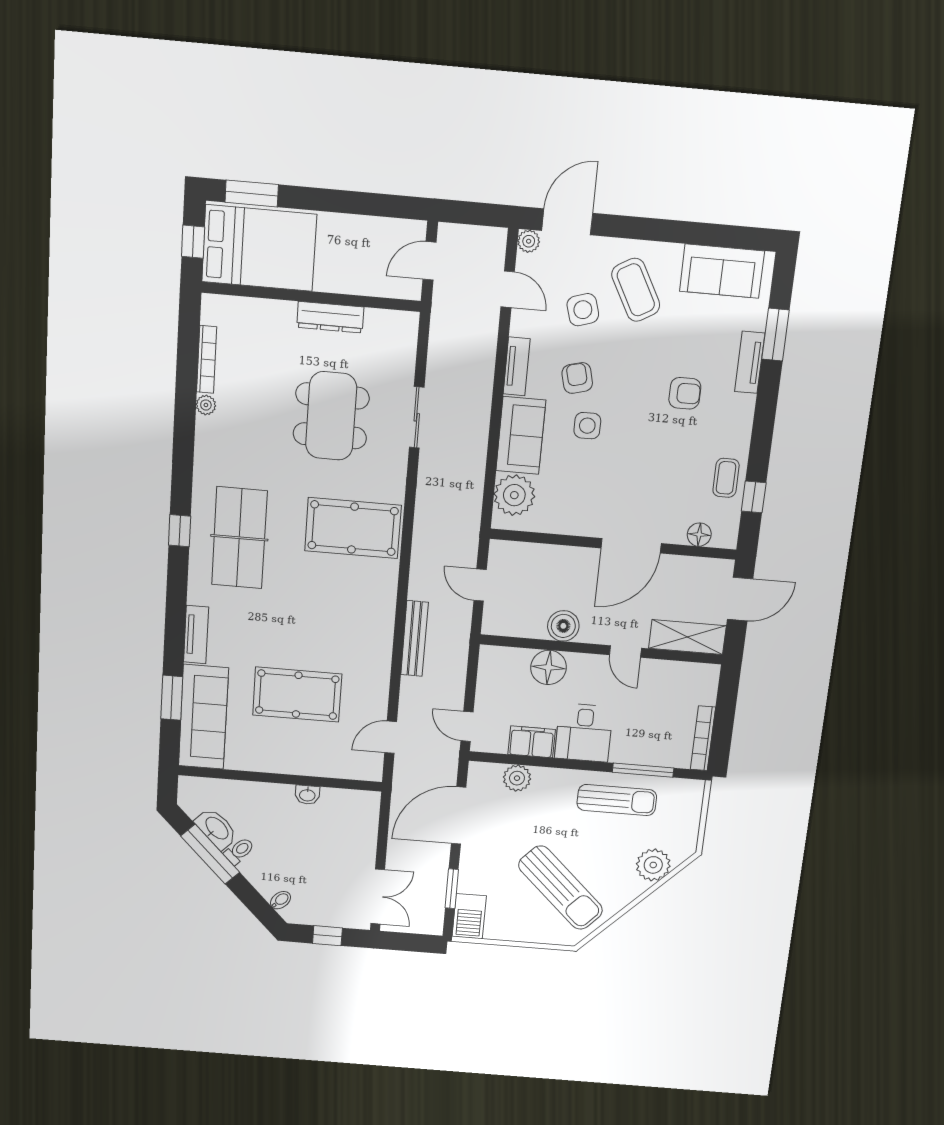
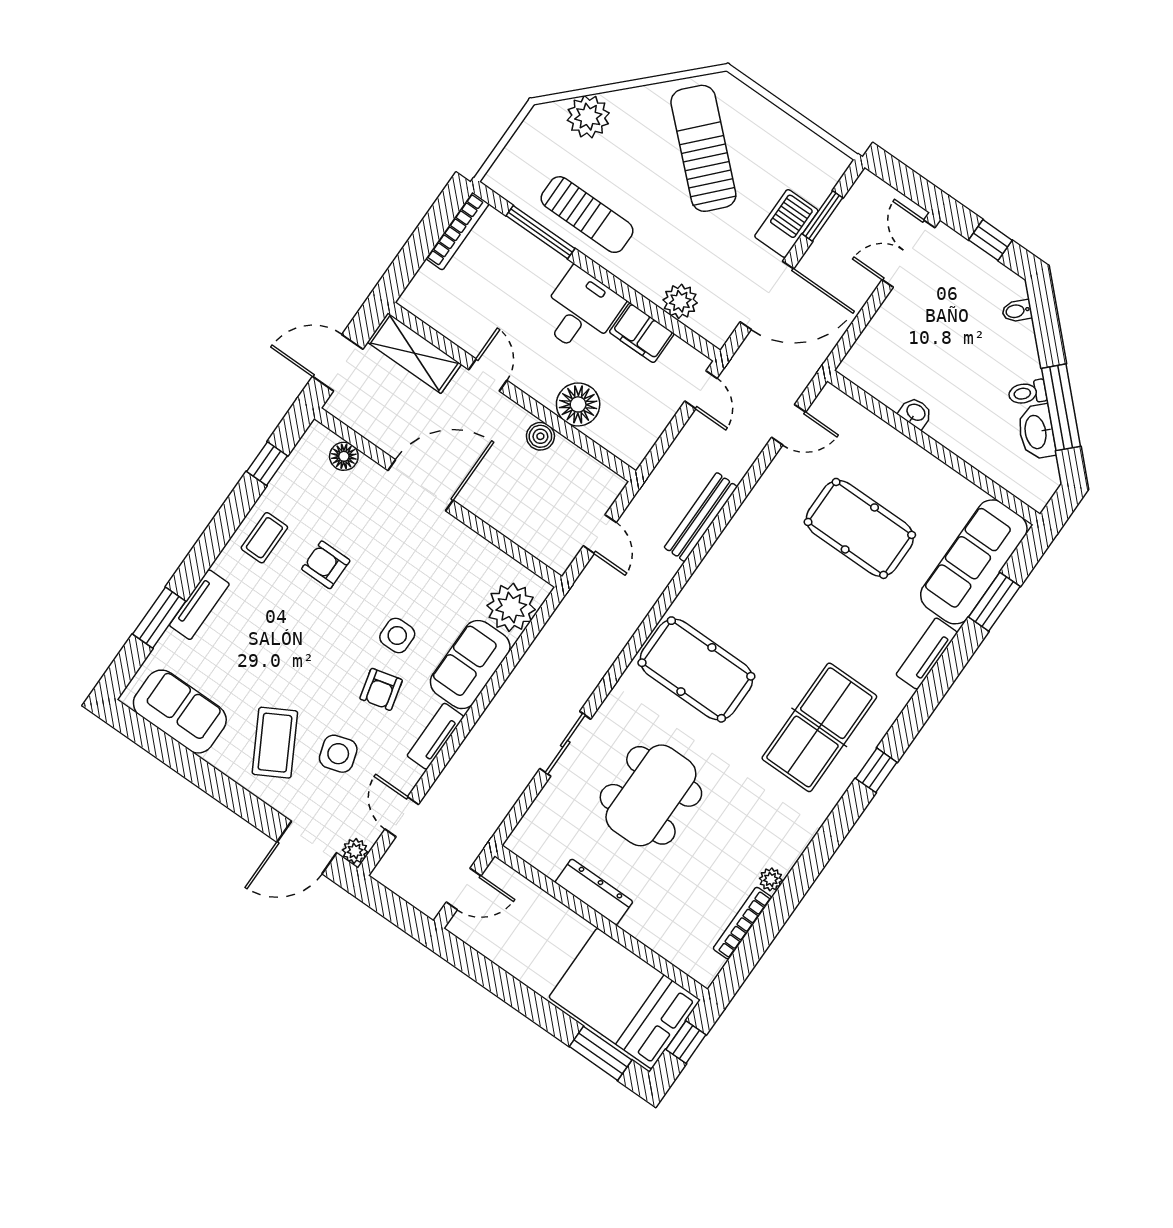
armchair: (685, 393) -> (326, 565), moved
coffee table: (726, 478) -> (264, 538), moved
boiler: (563, 626) -> (540, 436), width x0.73, depth x0.73
sun lounger: (617, 800) -> (587, 215), turned 180
barbecue: (469, 916) -> (786, 224), moved

